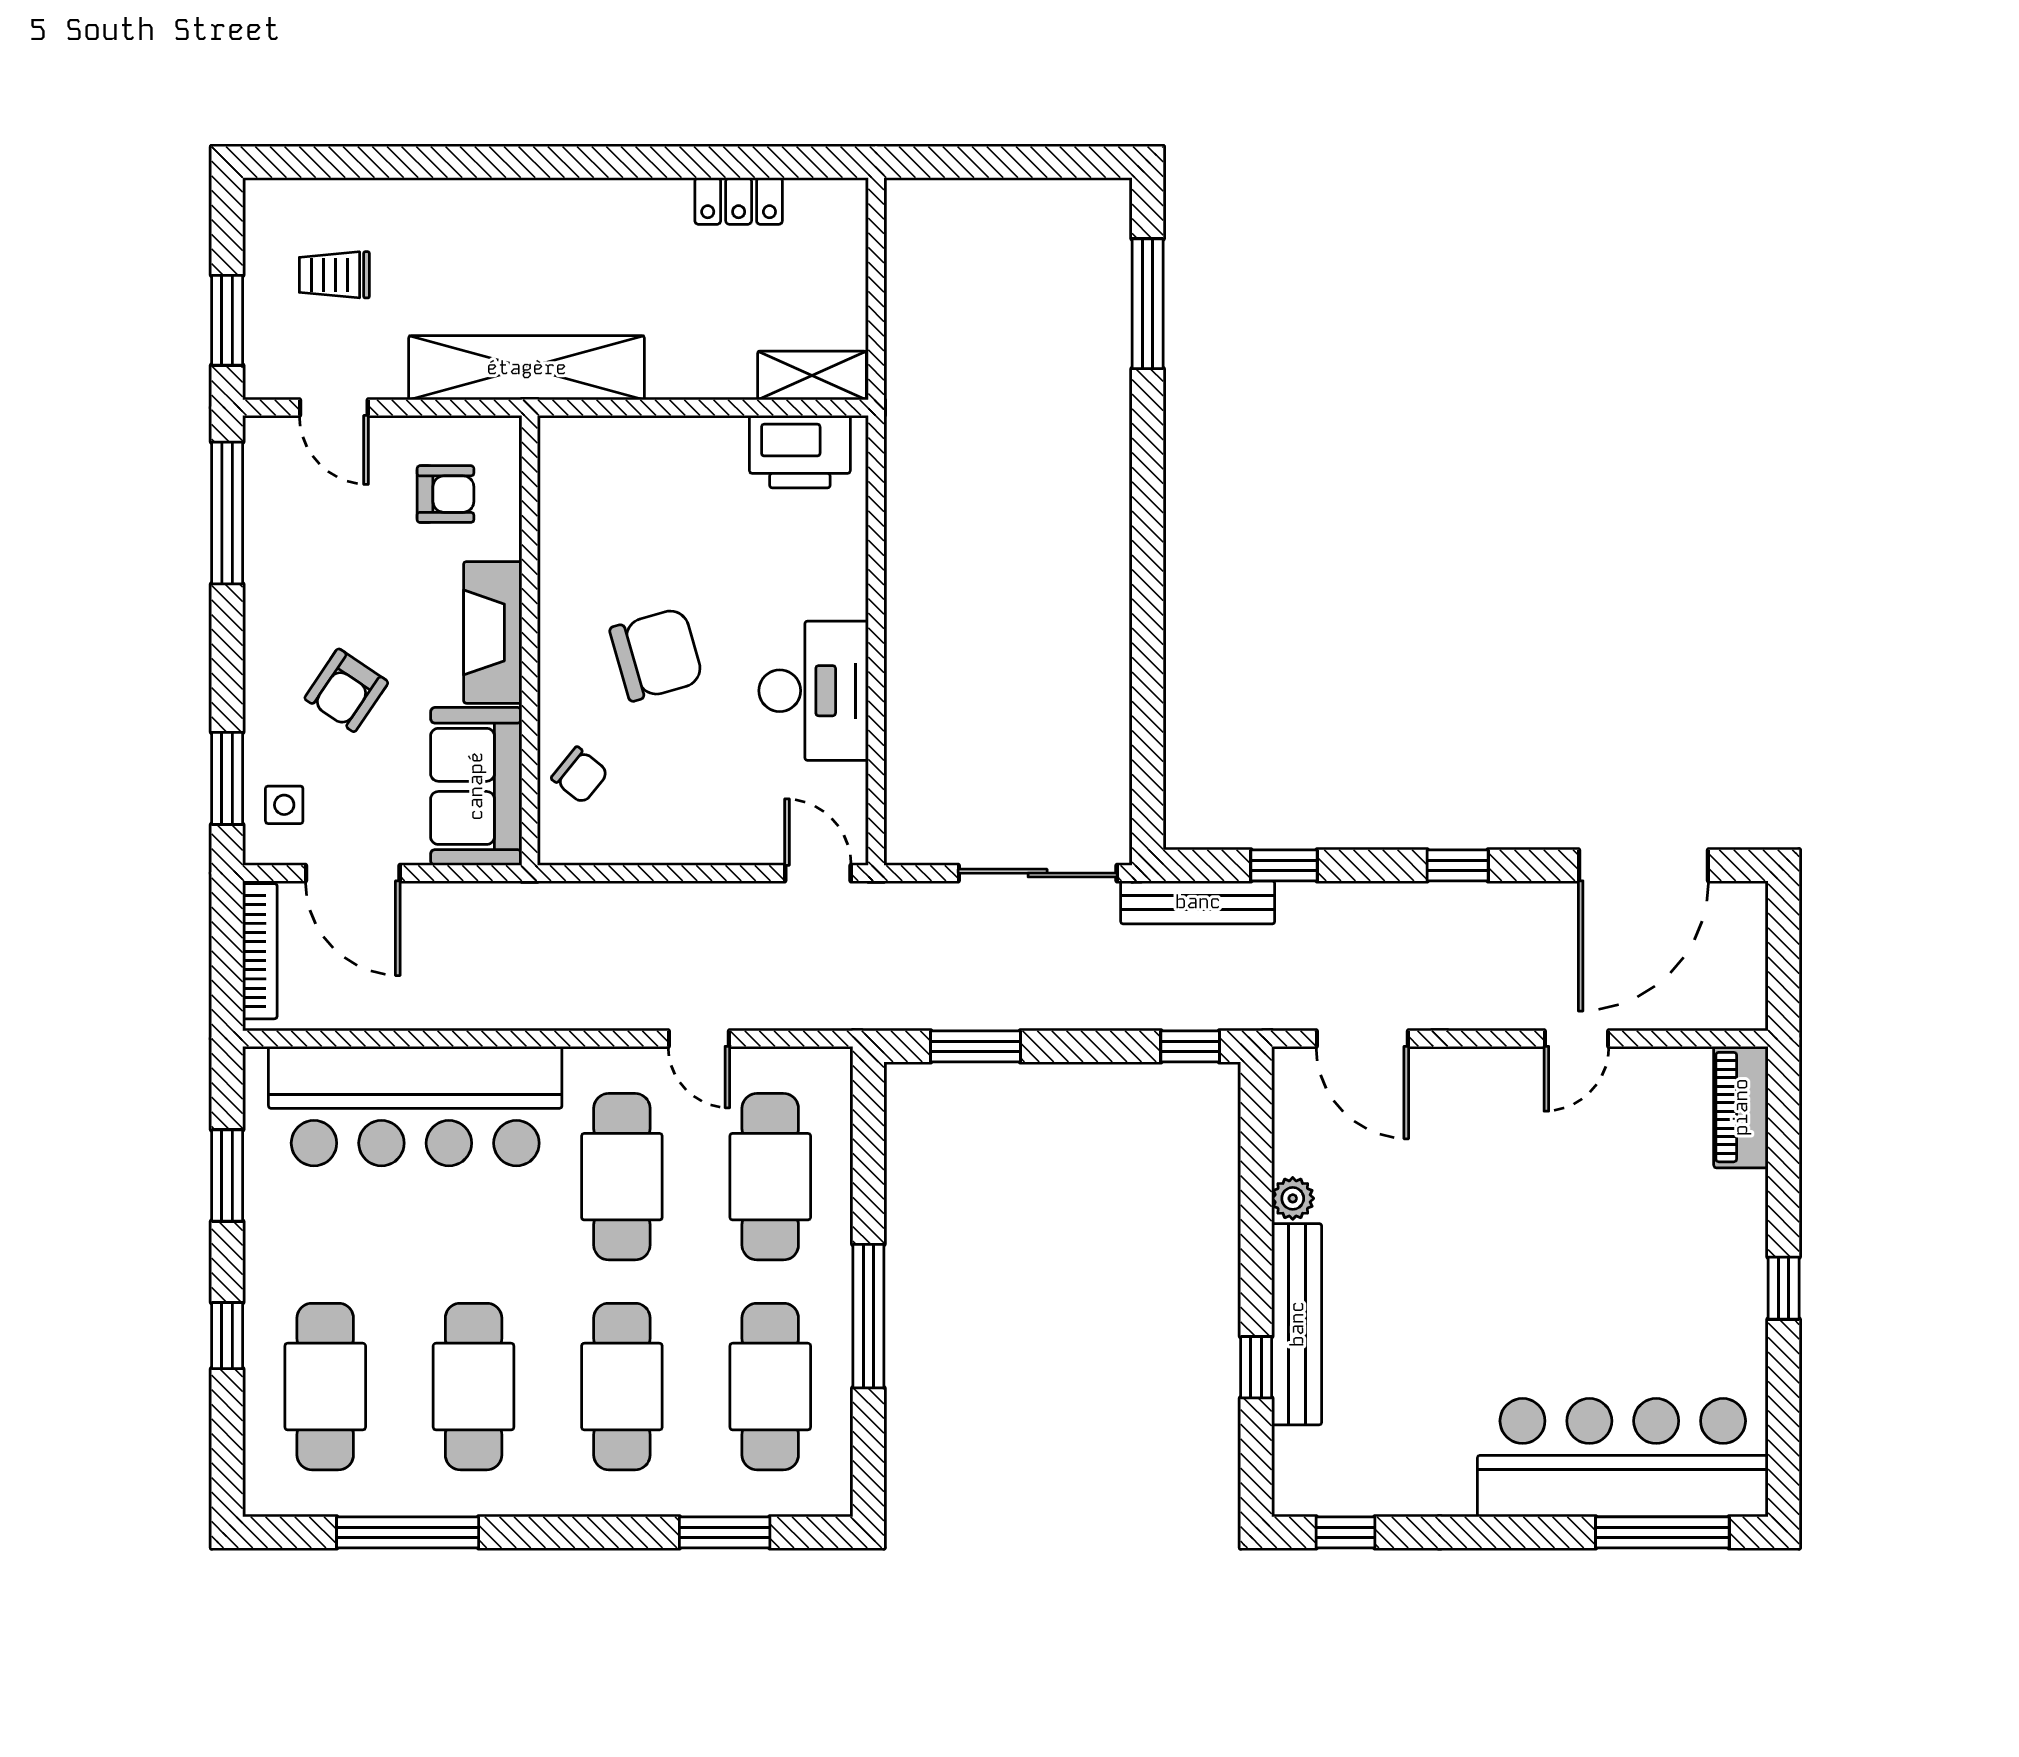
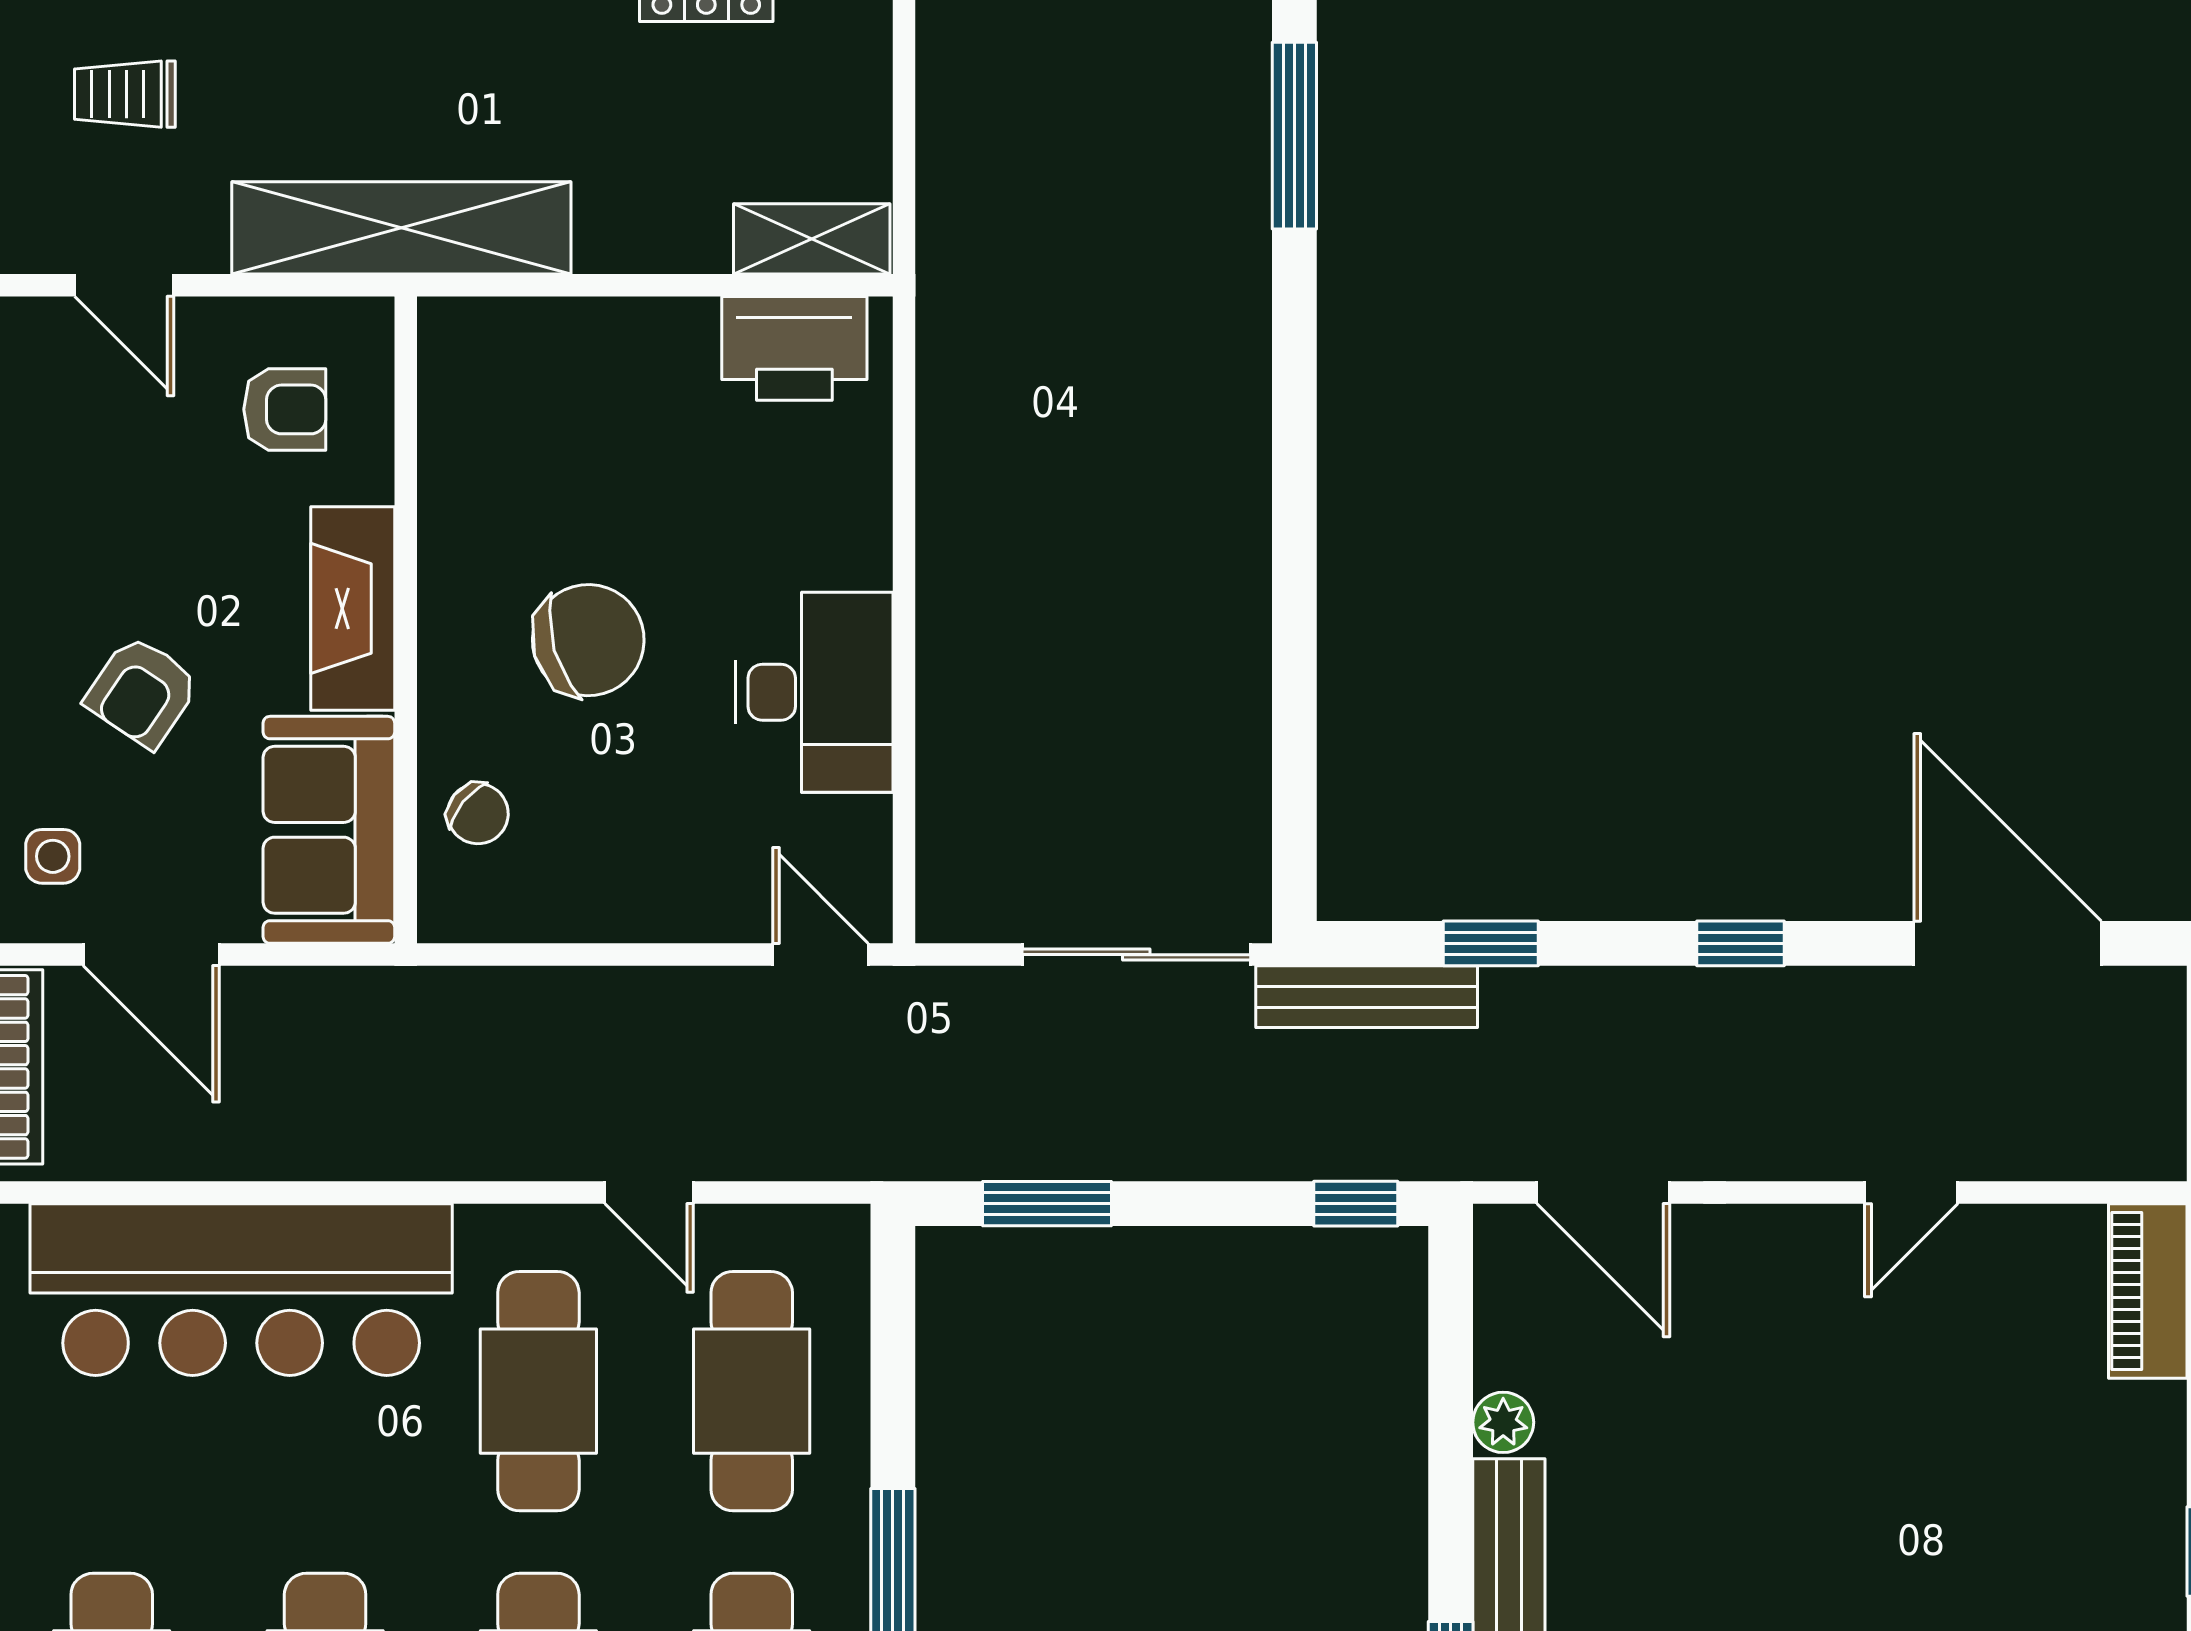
door: (1643, 865) -> (2008, 943), swing flipped

